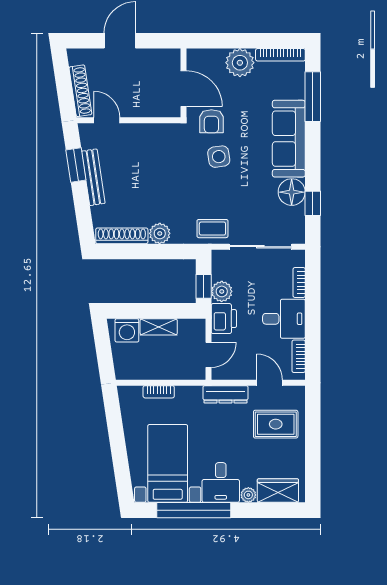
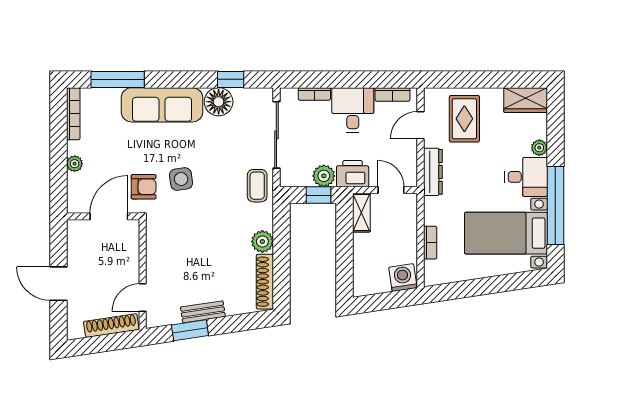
plant: (240, 63) -> (75, 164), width x0.53, depth x0.53
bench: (93, 177) -> (203, 312), width x0.73
shelving: (159, 327) -> (361, 213), moved
washing machine: (127, 330) -> (403, 278), moved, turned -99
wardrobe: (278, 491) -> (526, 100), moved, turned -90

